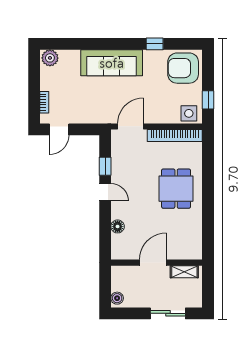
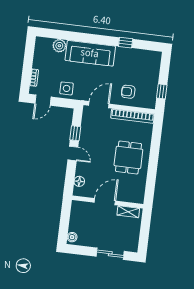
plant: (50, 58) -> (59, 46), moved
armchair: (183, 68) -> (128, 92), moved, width x0.53, depth x0.53
side table: (189, 113) -> (67, 88), moved
door: (153, 263) -> (105, 202), moved
wall: (157, 263) -> (108, 202), moved
shelving: (184, 272) -> (128, 212), moved

